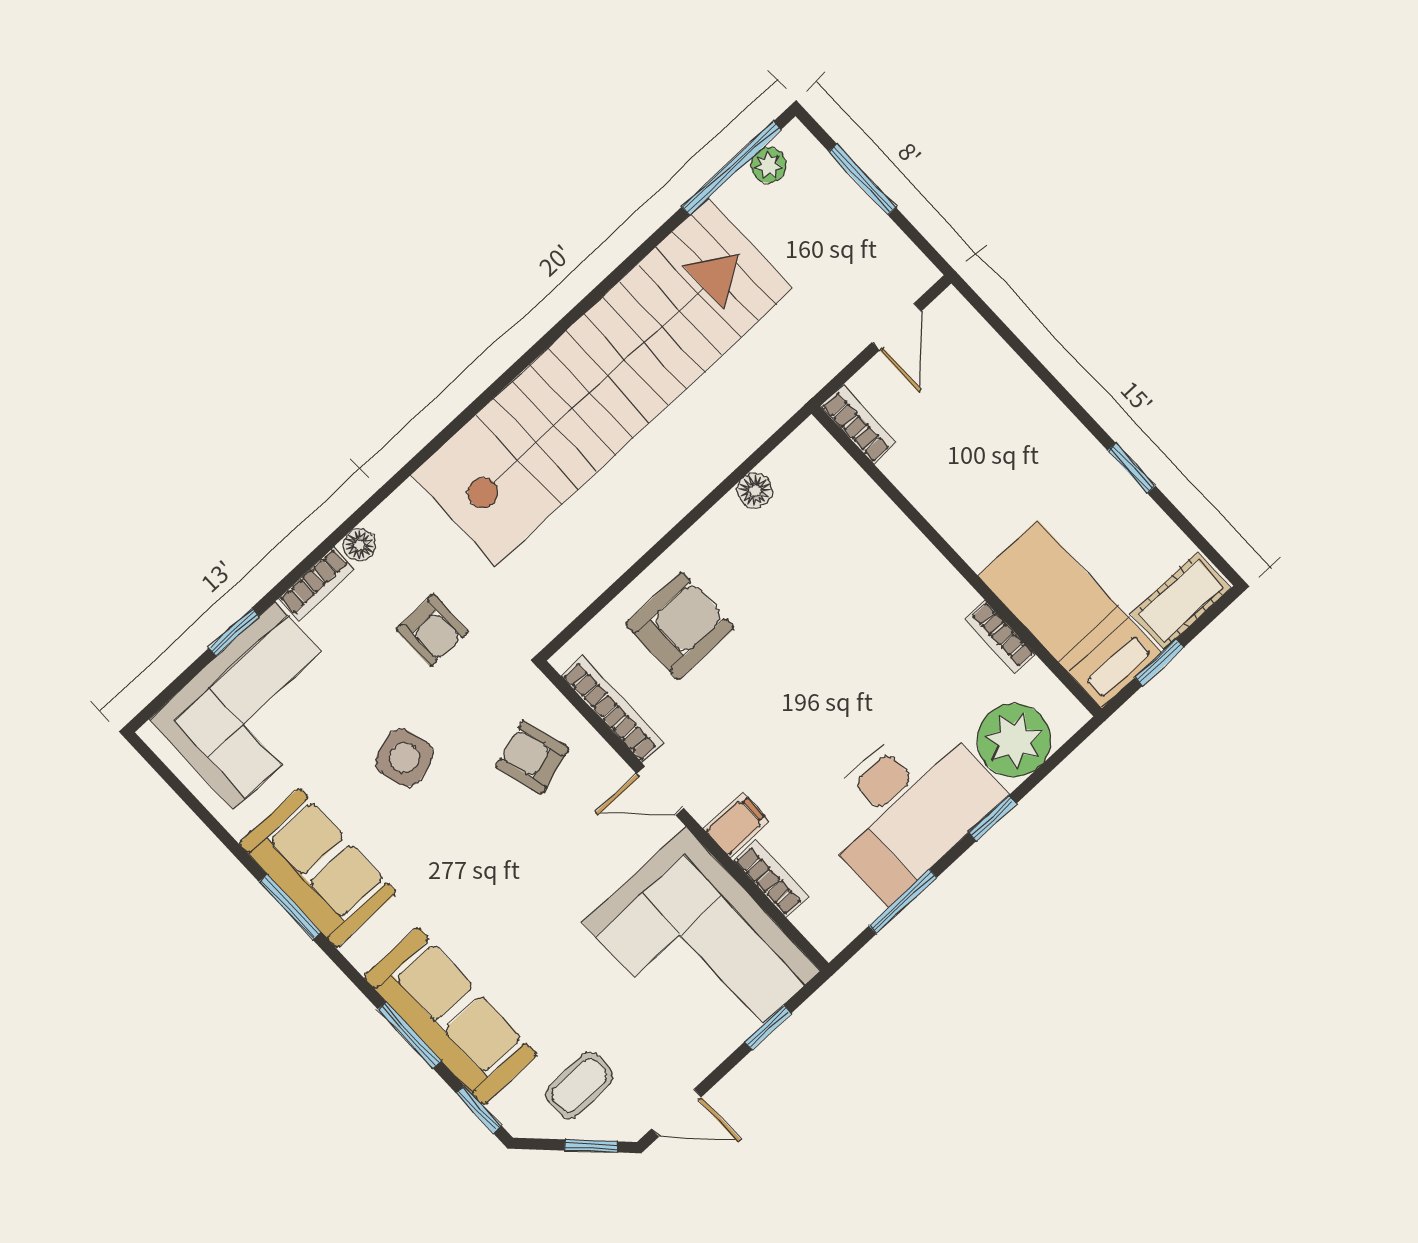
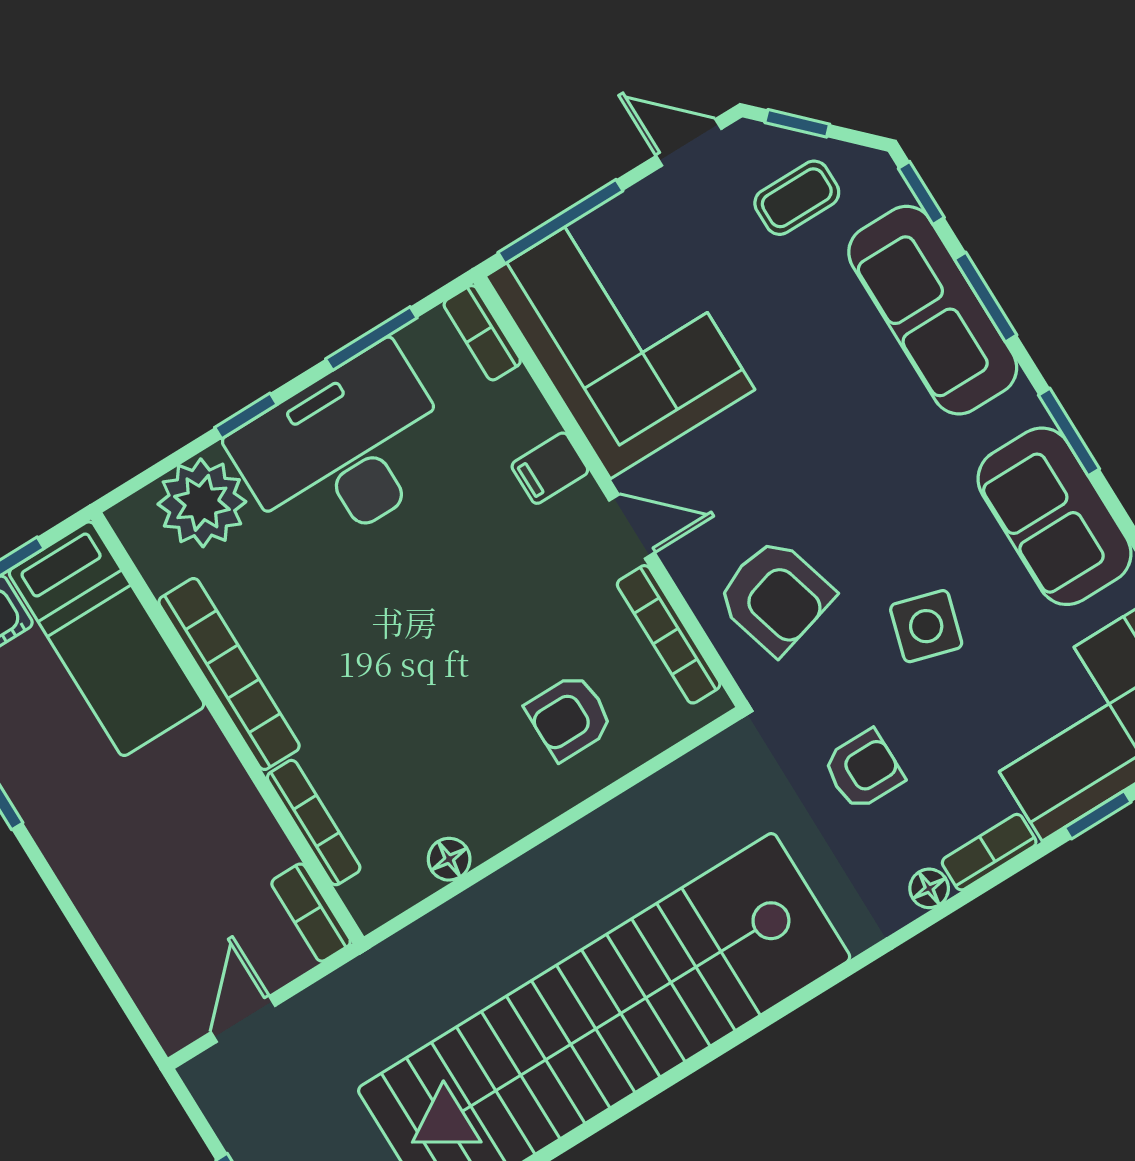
bookcase: (871, 498) -> (314, 823), added
armchair: (680, 626) -> (569, 717), width x0.72, depth x0.72
armchair: (432, 631) -> (863, 770), turned 90
bookcase: (1000, 637) -> (229, 674), width x2.31, depth x1.31
armchair: (532, 757) -> (775, 596), width x1.38, depth x1.38
side table: (404, 758) -> (926, 626), turned 32
bookcase: (771, 879) -> (482, 333), moved
window: (290, 907) -> (1069, 432), moved
window: (768, 1027) -> (560, 222), width x2.17

